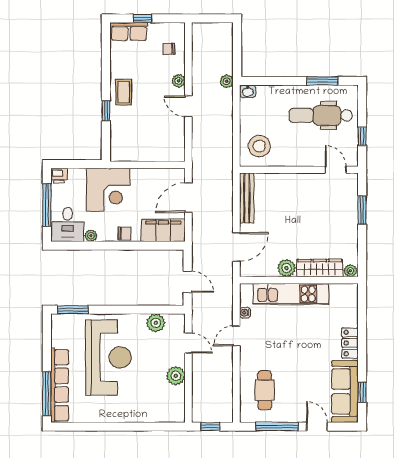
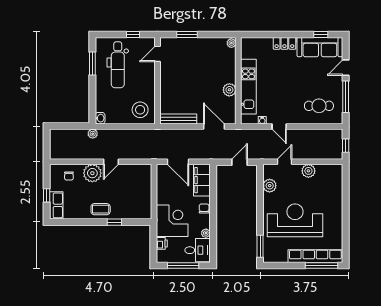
plant: (179, 81) -> (92, 173), width x1.88, depth x1.88
printer: (59, 176) -> (162, 243), moved
wardrobe: (320, 268) -> (229, 65), removed

